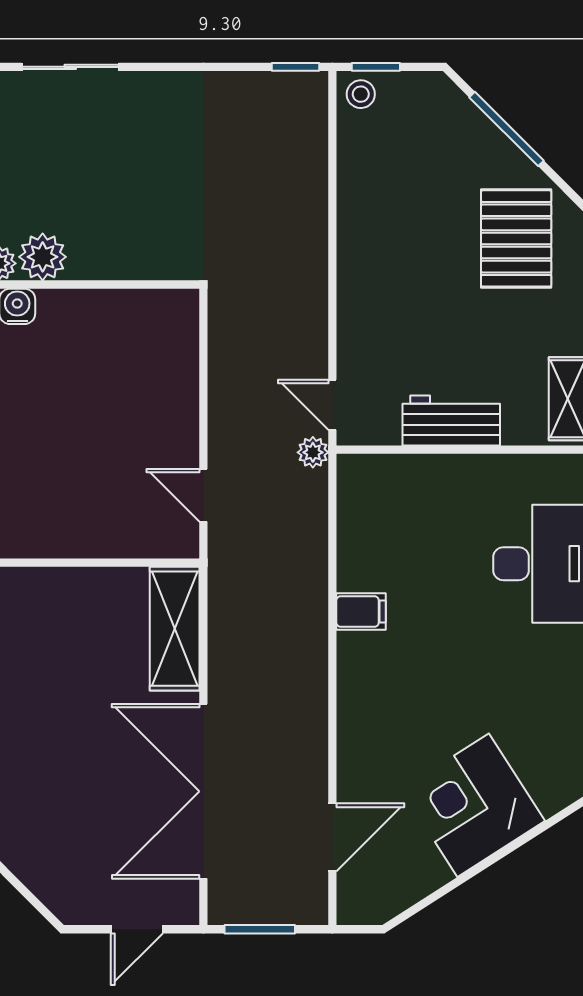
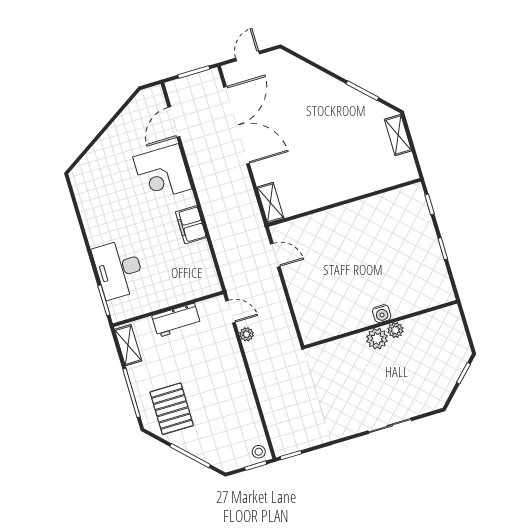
plant: (313, 452) -> (247, 334), moved
filing cabinet: (361, 612) -> (191, 225), width x2.00
shelving: (175, 629) -> (270, 203), width x0.67, depth x0.75
corner desk: (473, 805) -> (162, 173), moved, turned 123

